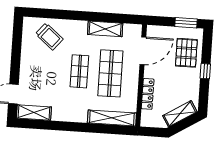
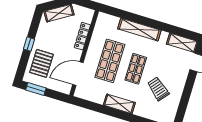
shelving: (105, 29) -> (119, 104), moved
trolley: (49, 37) -> (158, 89), moved
shelving: (112, 118) -> (139, 30), moved

